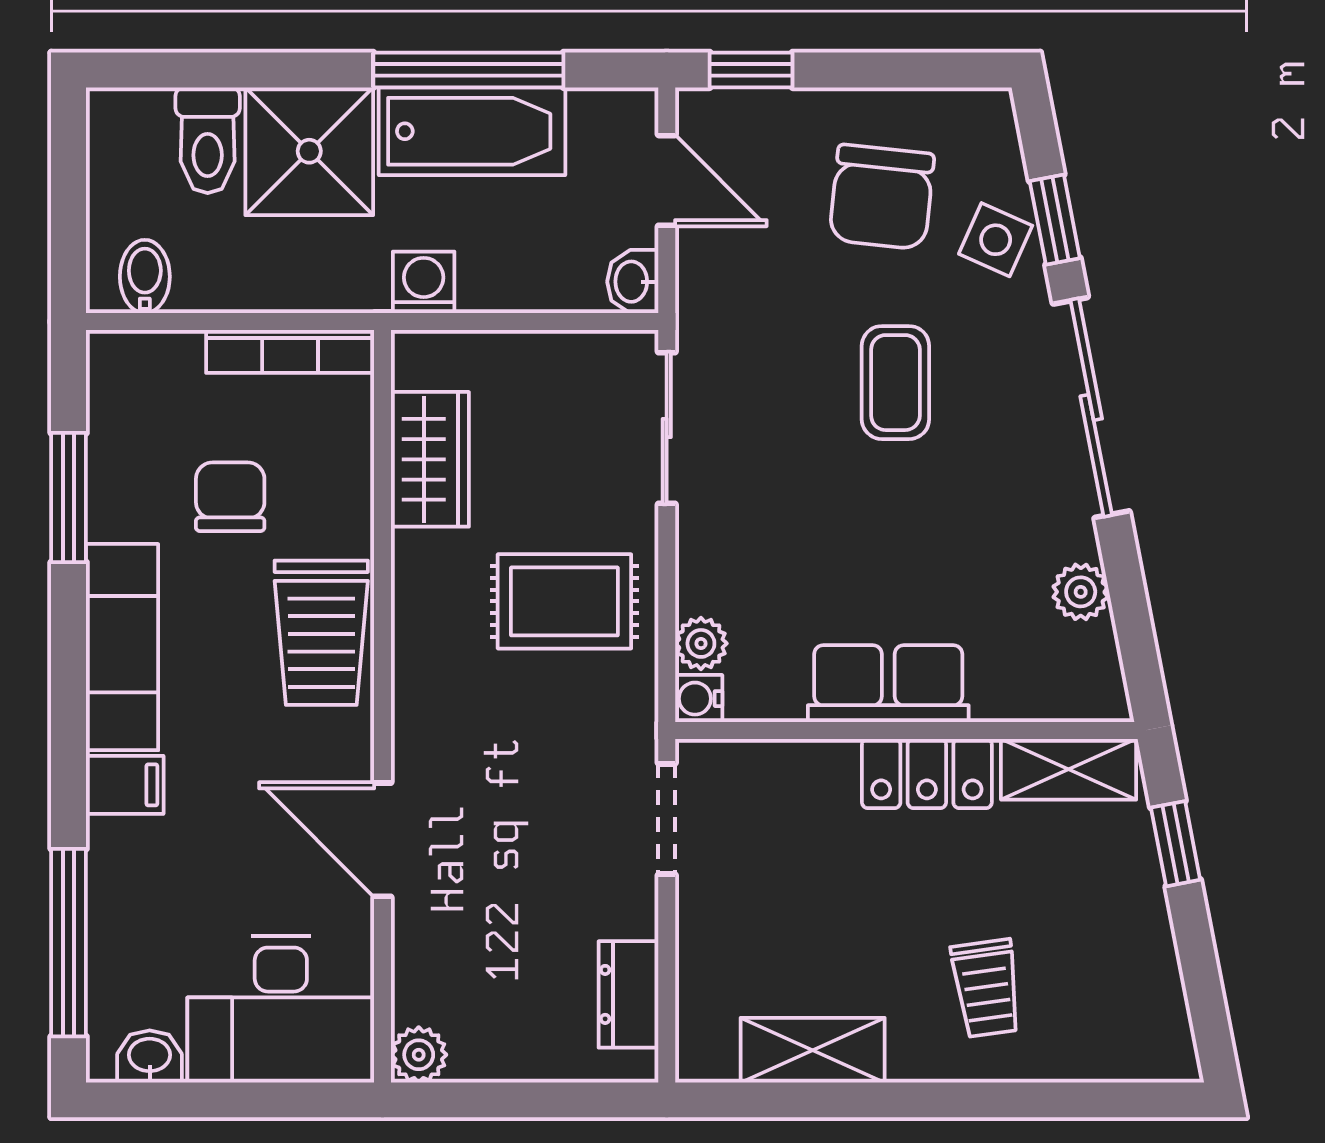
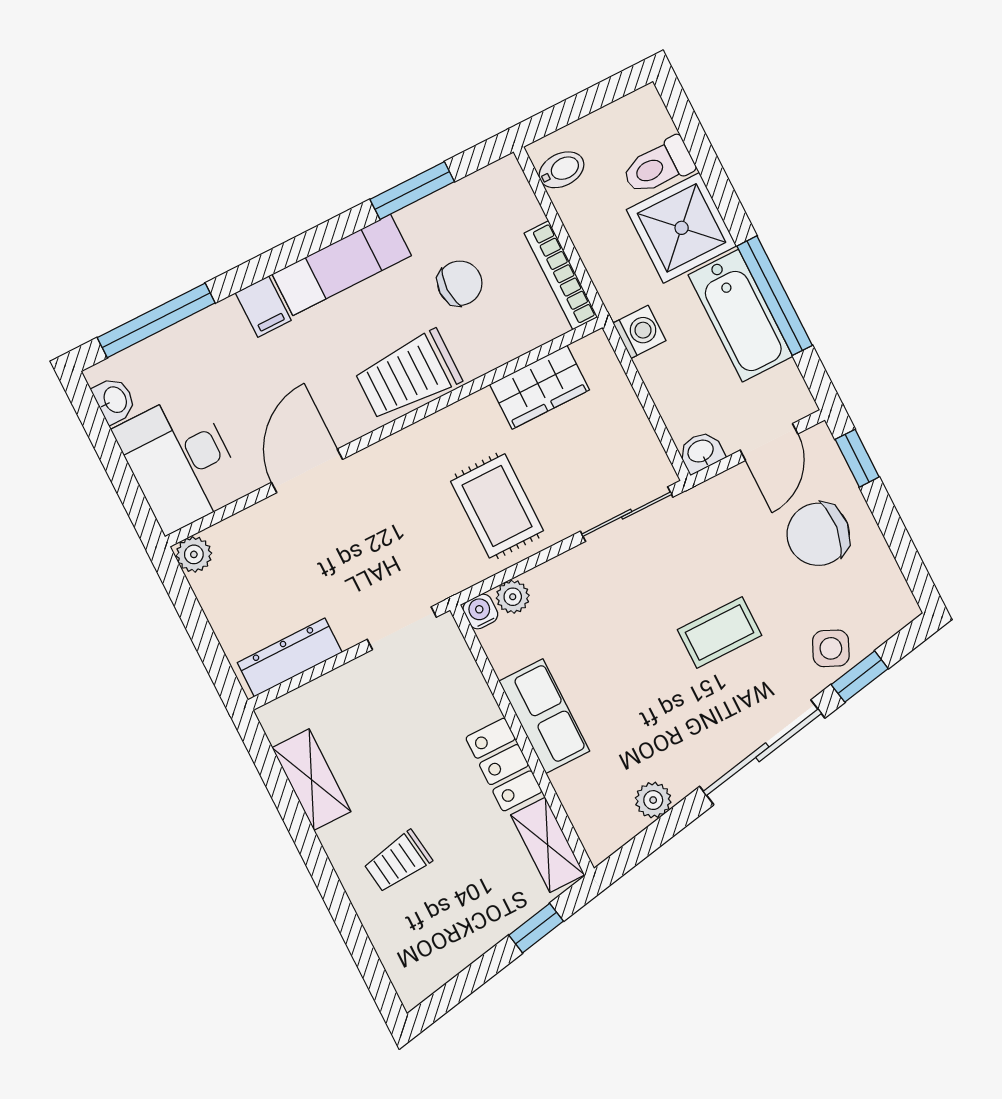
chair: (882, 197) -> (818, 534), moved
dresser: (628, 994) -> (290, 657), width x1.44

